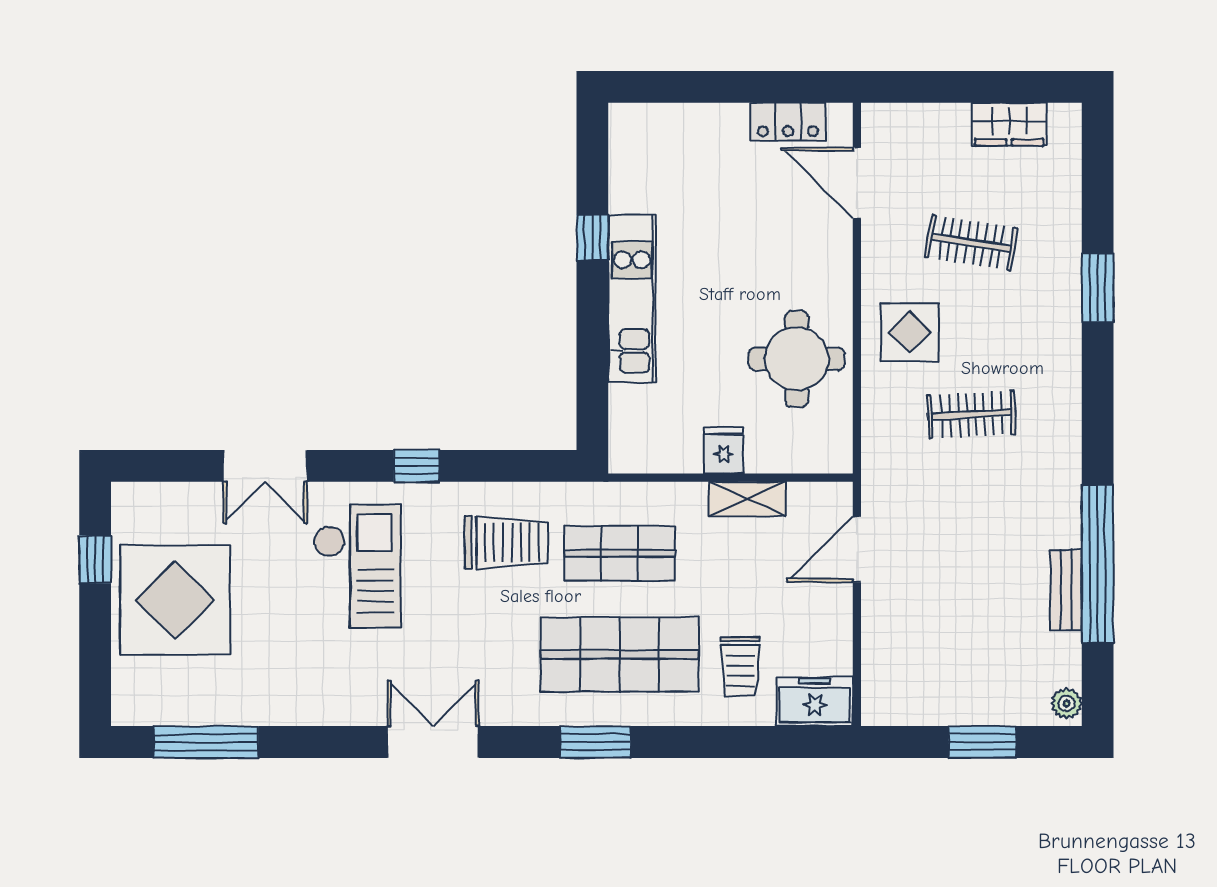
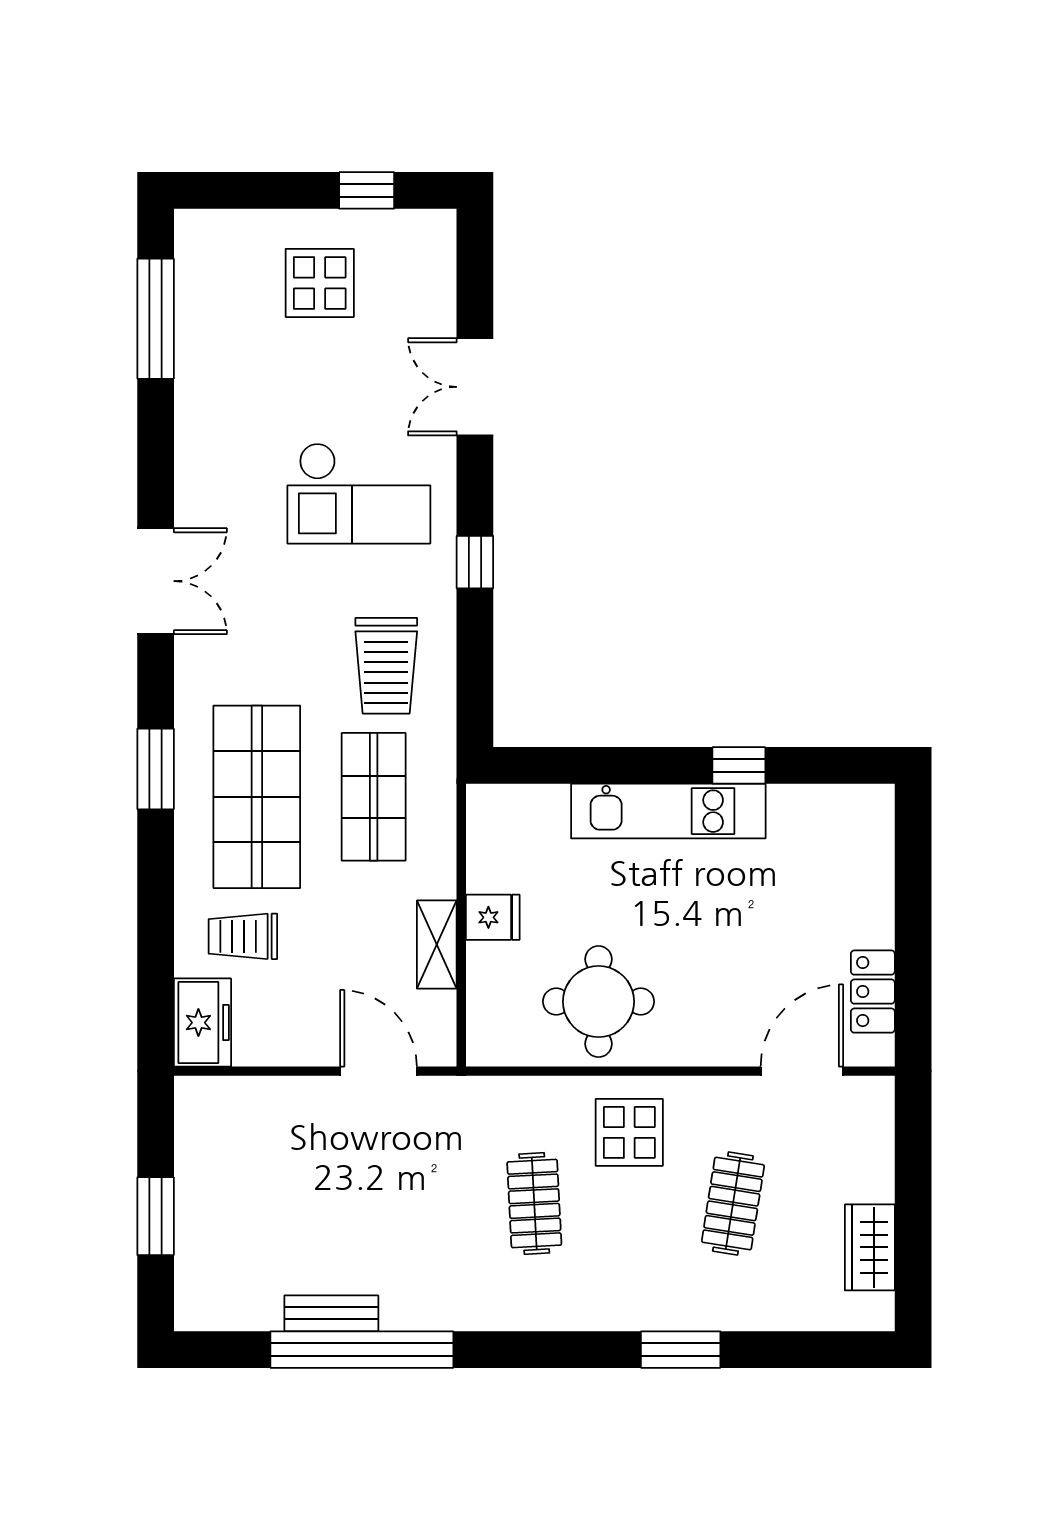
display table: (175, 600) -> (320, 283), width x0.54, depth x0.54
plant: (1067, 703) -> (200, 1314), removed

